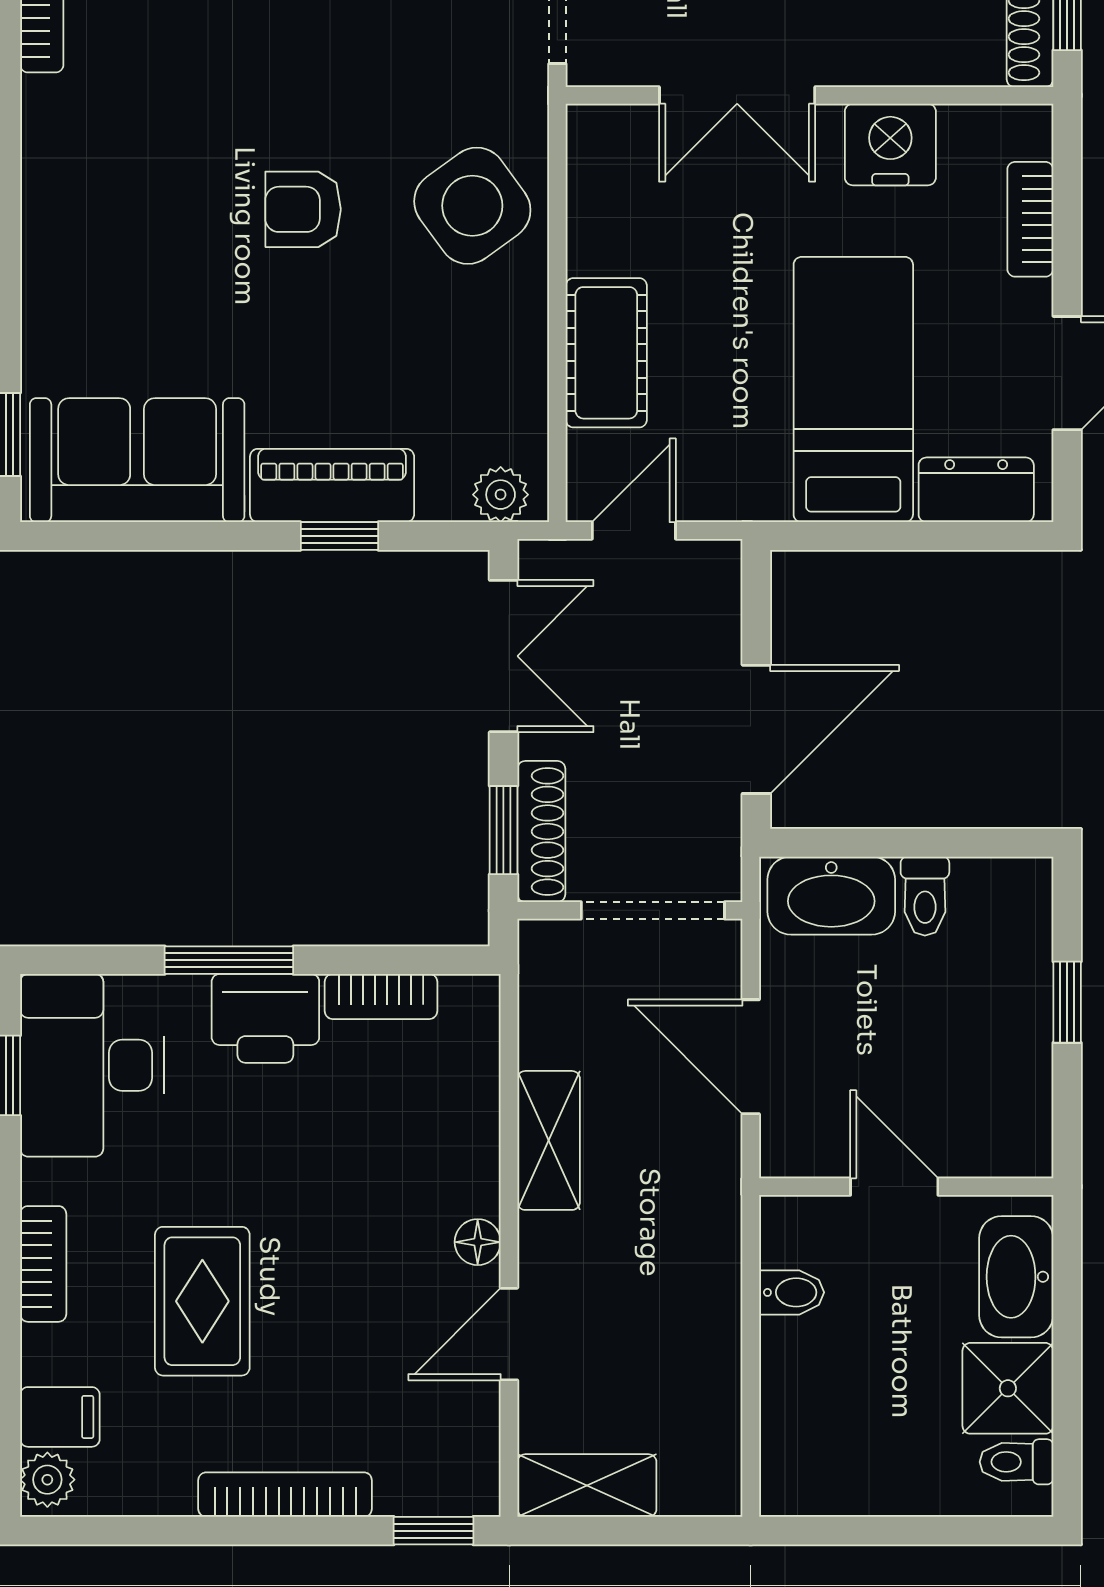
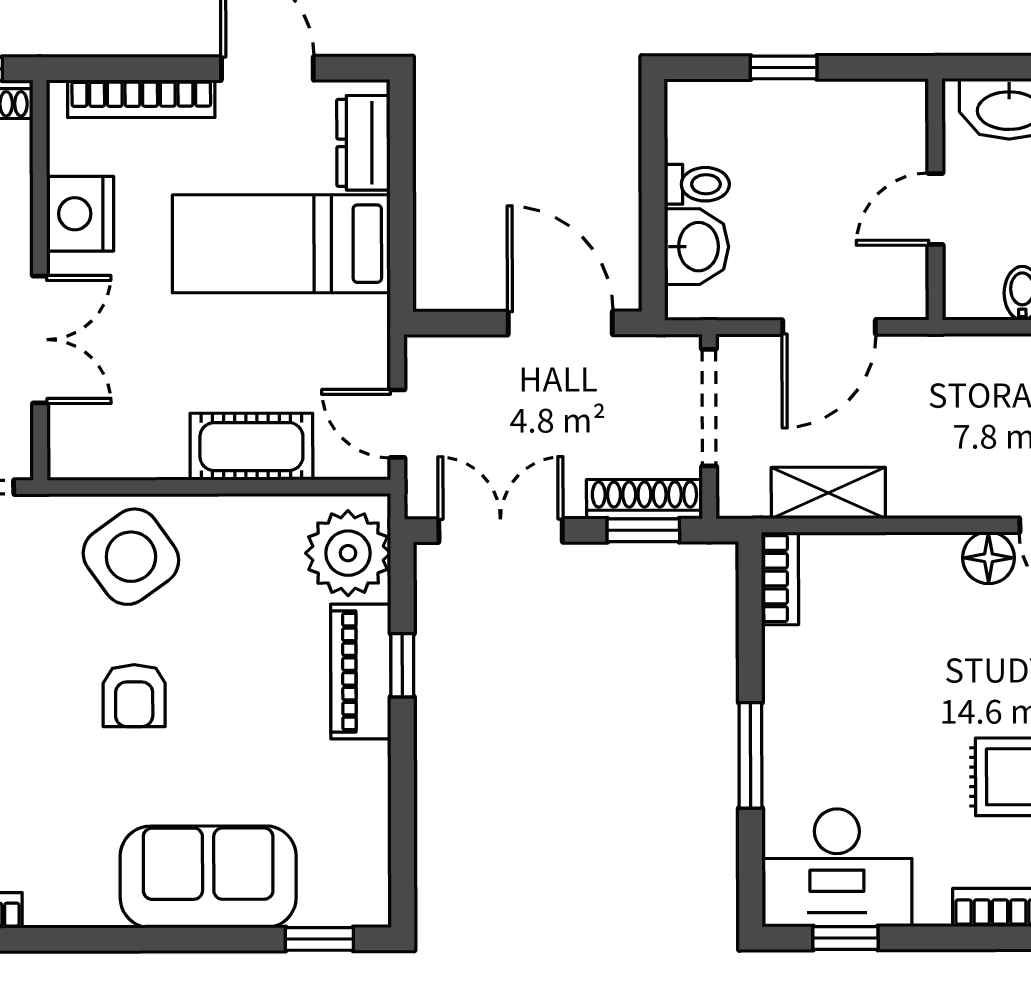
bookcase: (1030, 219) -> (141, 99), width x1.56
sofa: (137, 460) -> (208, 877), moved, turned 90
plant: (501, 495) -> (348, 553), width x1.88, depth x1.88
washbasin: (831, 896) -> (697, 247), width x0.72
bookcase: (381, 996) -> (780, 579), moved
printer: (265, 1018) -> (798, 725), removed
shelving: (549, 1140) -> (828, 493), moved
floor lamp: (478, 1242) -> (988, 558), width x1.37, depth x1.37

